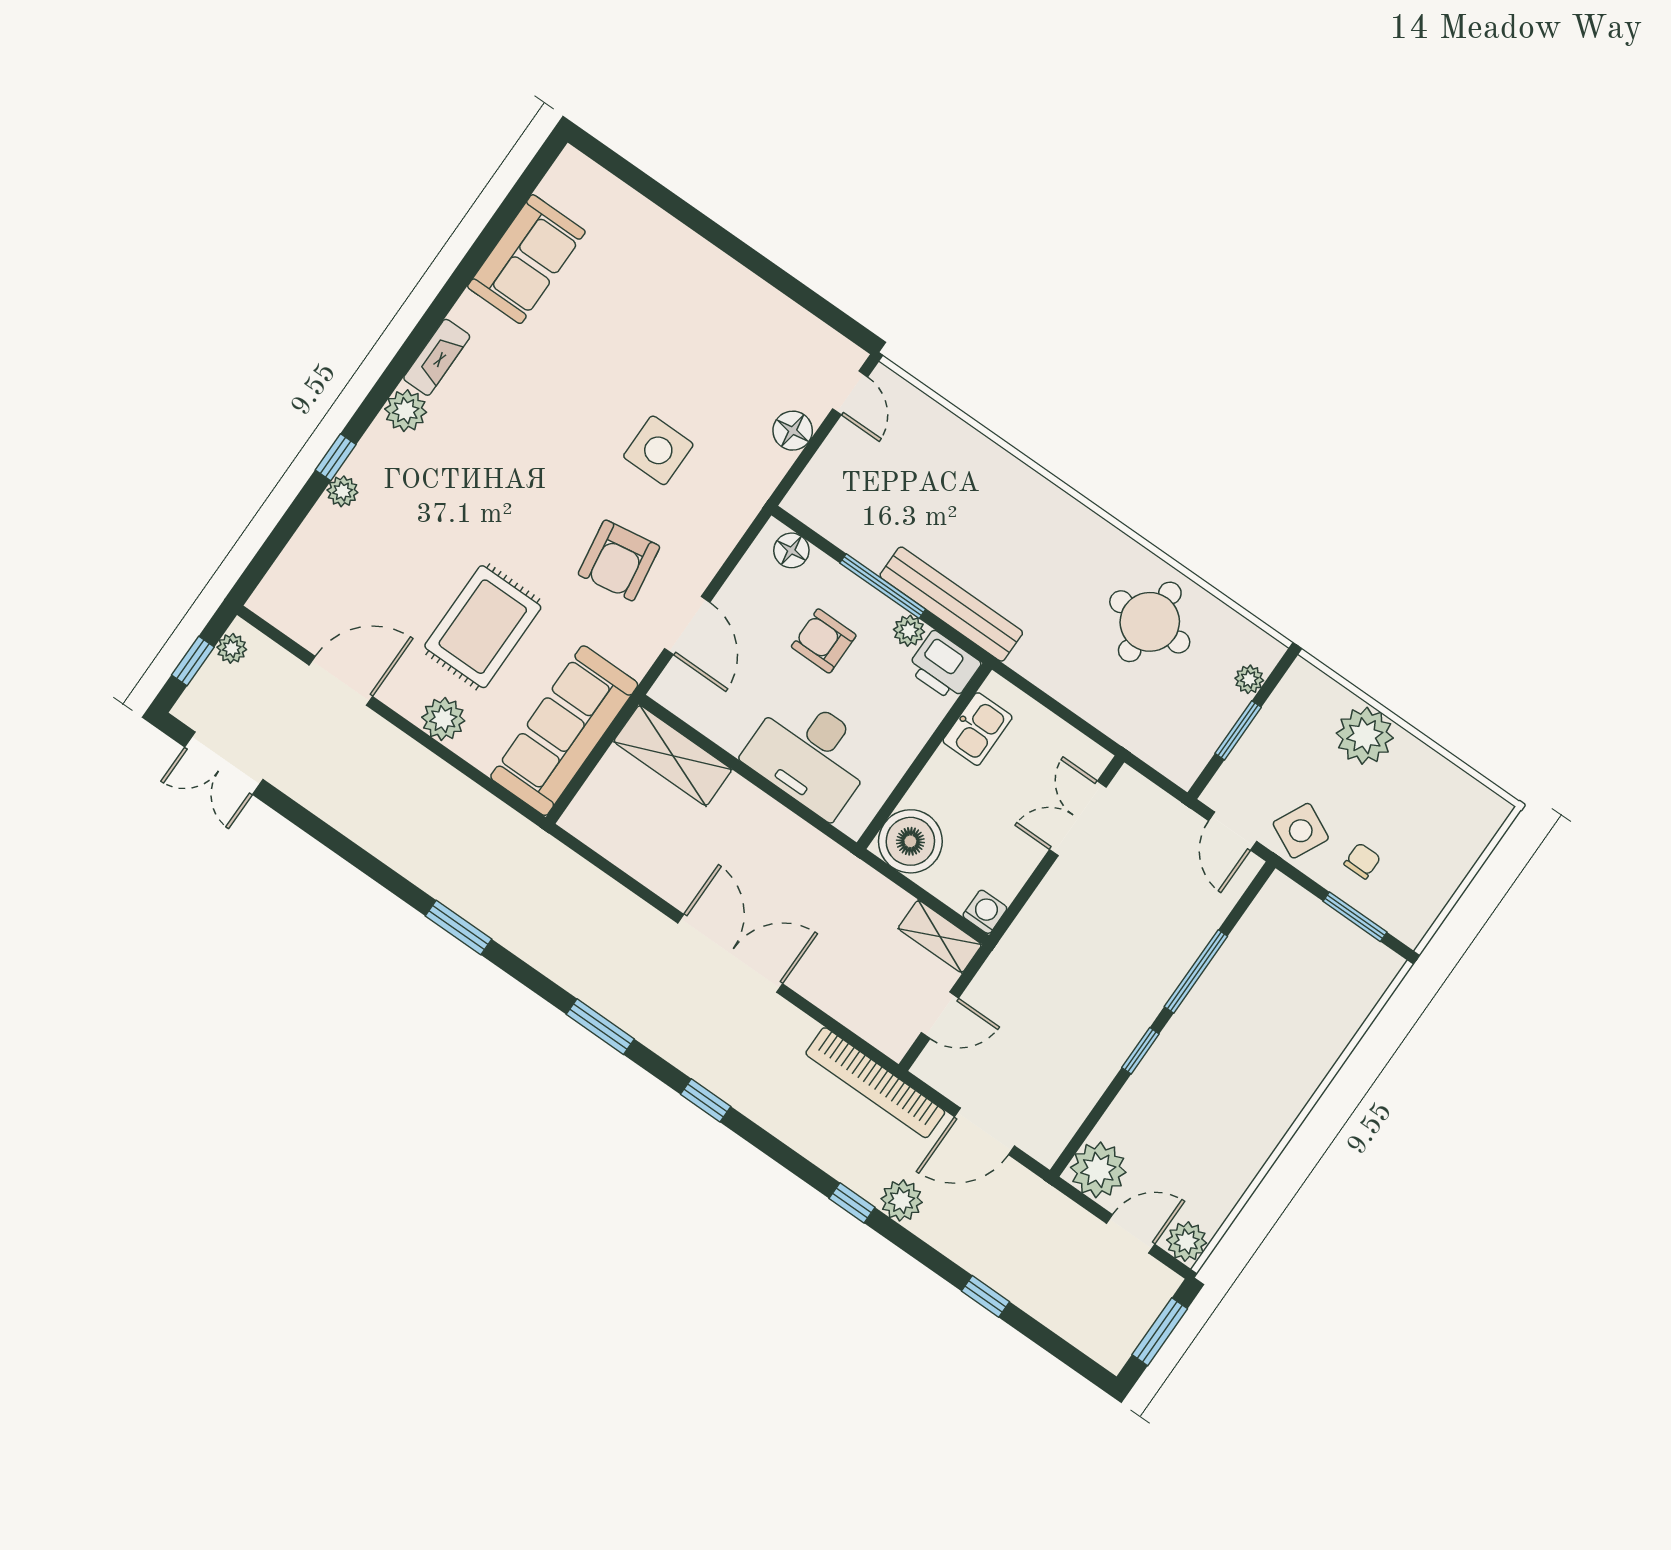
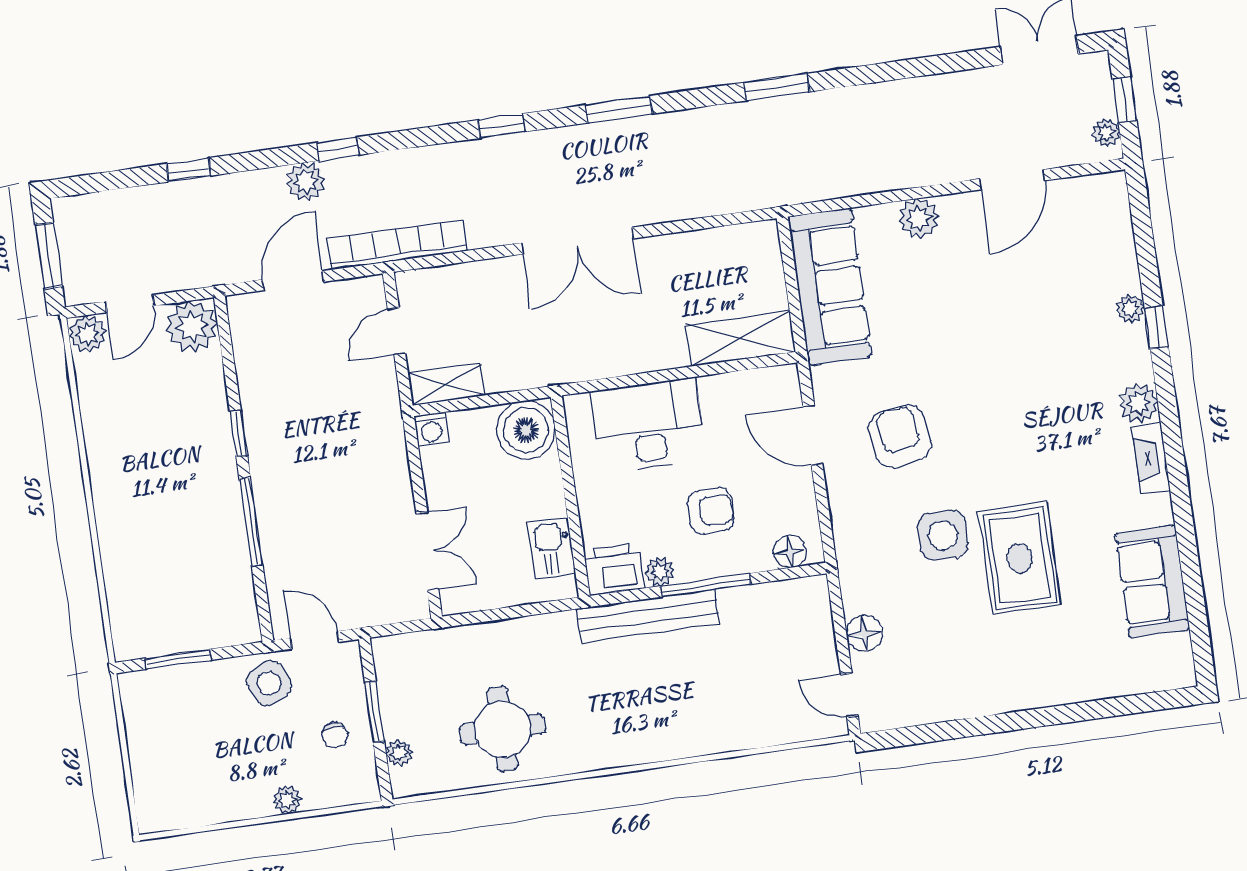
rug: (483, 627) -> (1020, 558), moved
plant: (1365, 736) -> (287, 800), width x0.53, depth x0.53
side table: (1301, 831) -> (269, 683), turned 37
chair: (1362, 861) -> (335, 735), moved

